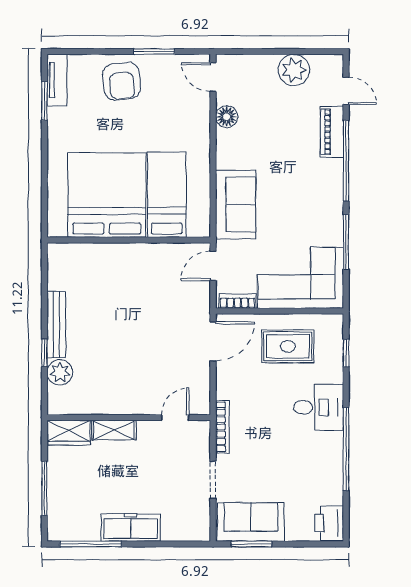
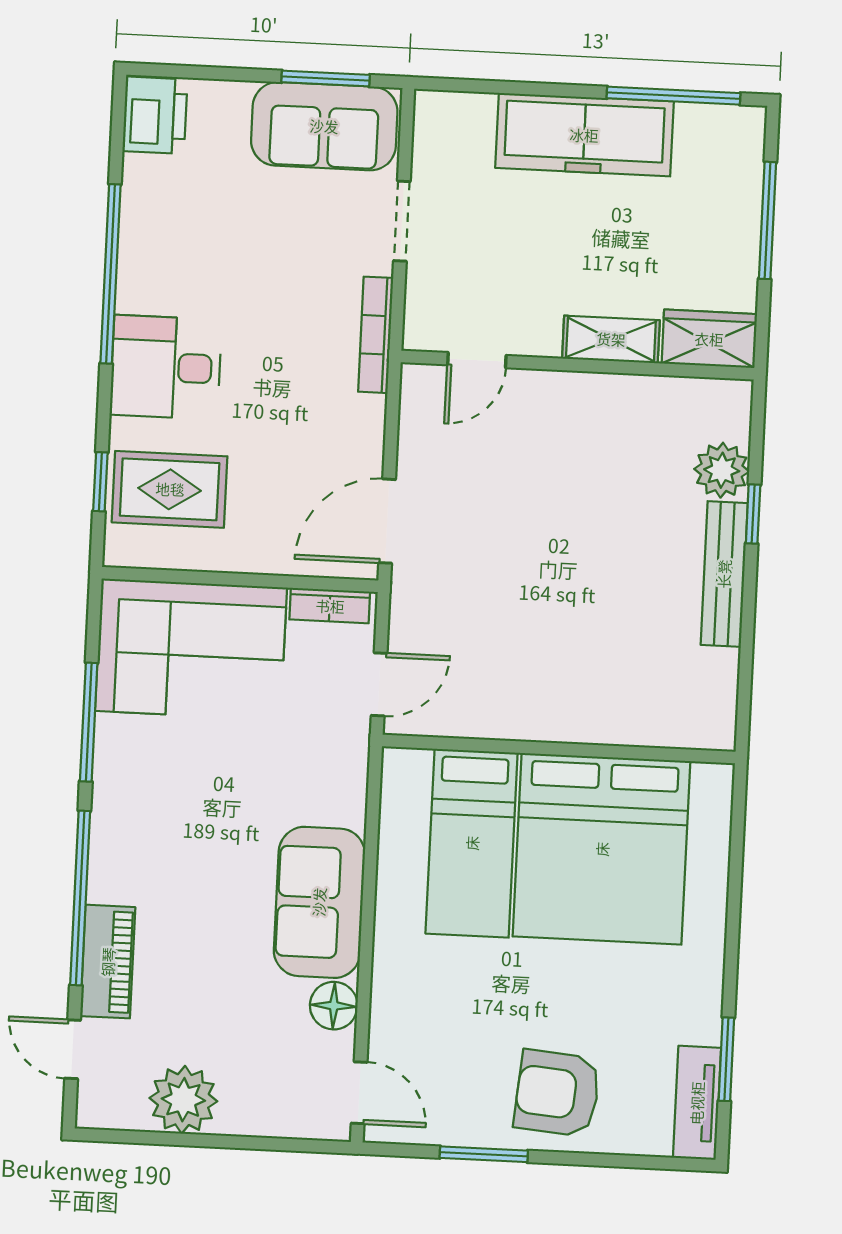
armchair: (122, 81) -> (557, 1093), turned -79
sofa: (236, 205) -> (319, 902), moved
rug: (288, 346) -> (170, 489), moved
freezer: (131, 528) -> (584, 135), width x1.36, depth x1.26

